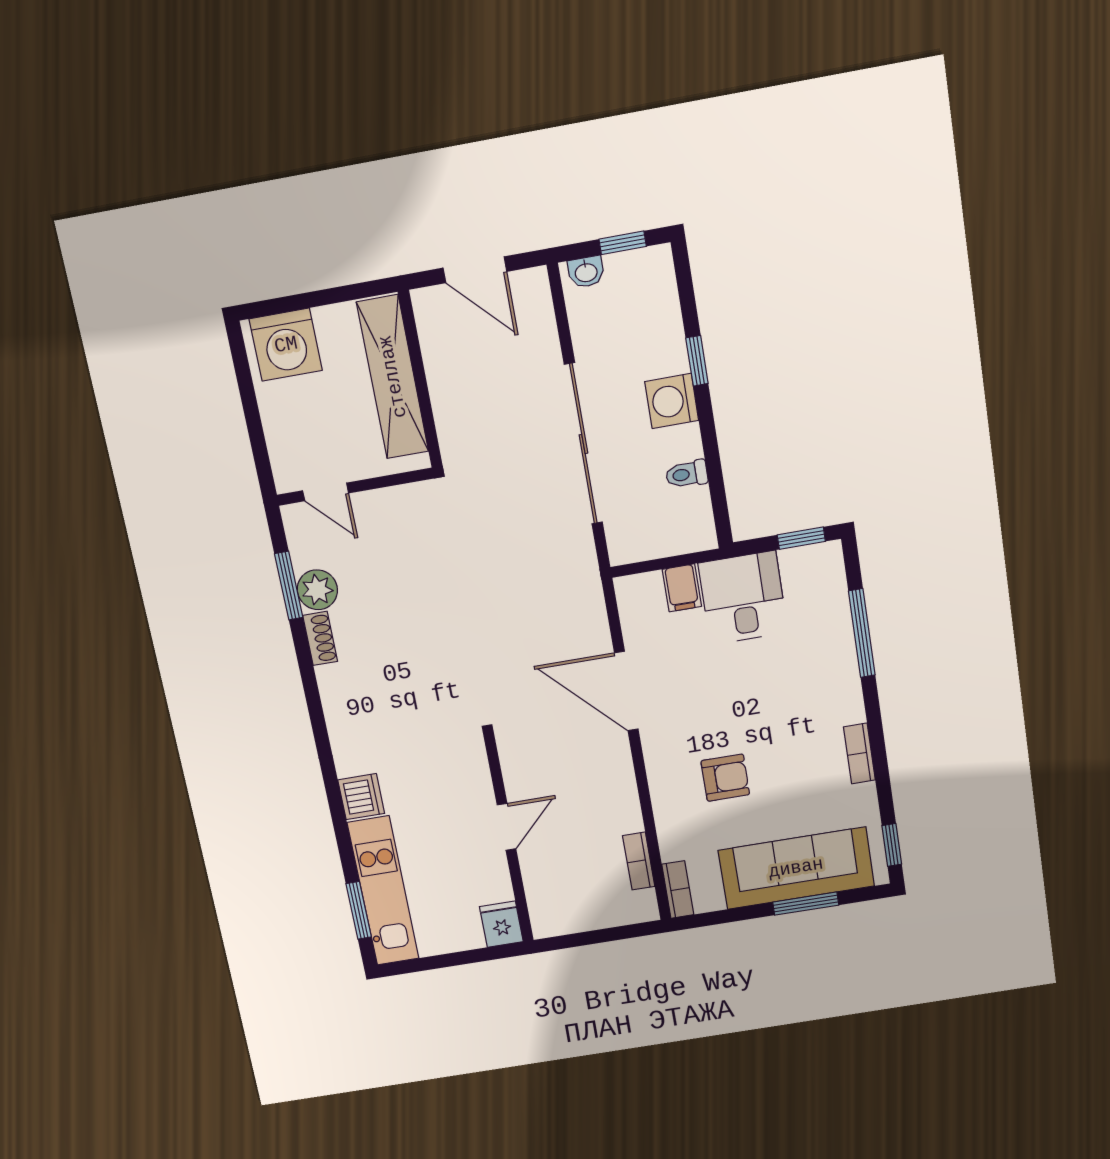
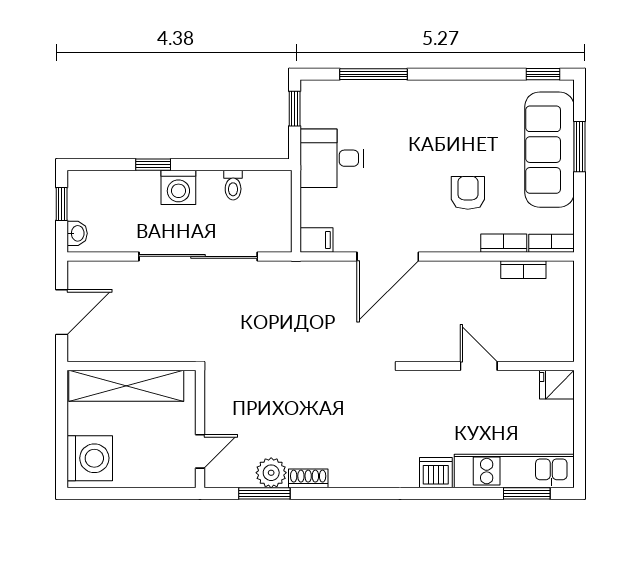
filing cabinet: (682, 588) -> (316, 240), moved
bookcase: (859, 753) -> (504, 243), moved, turned 180

